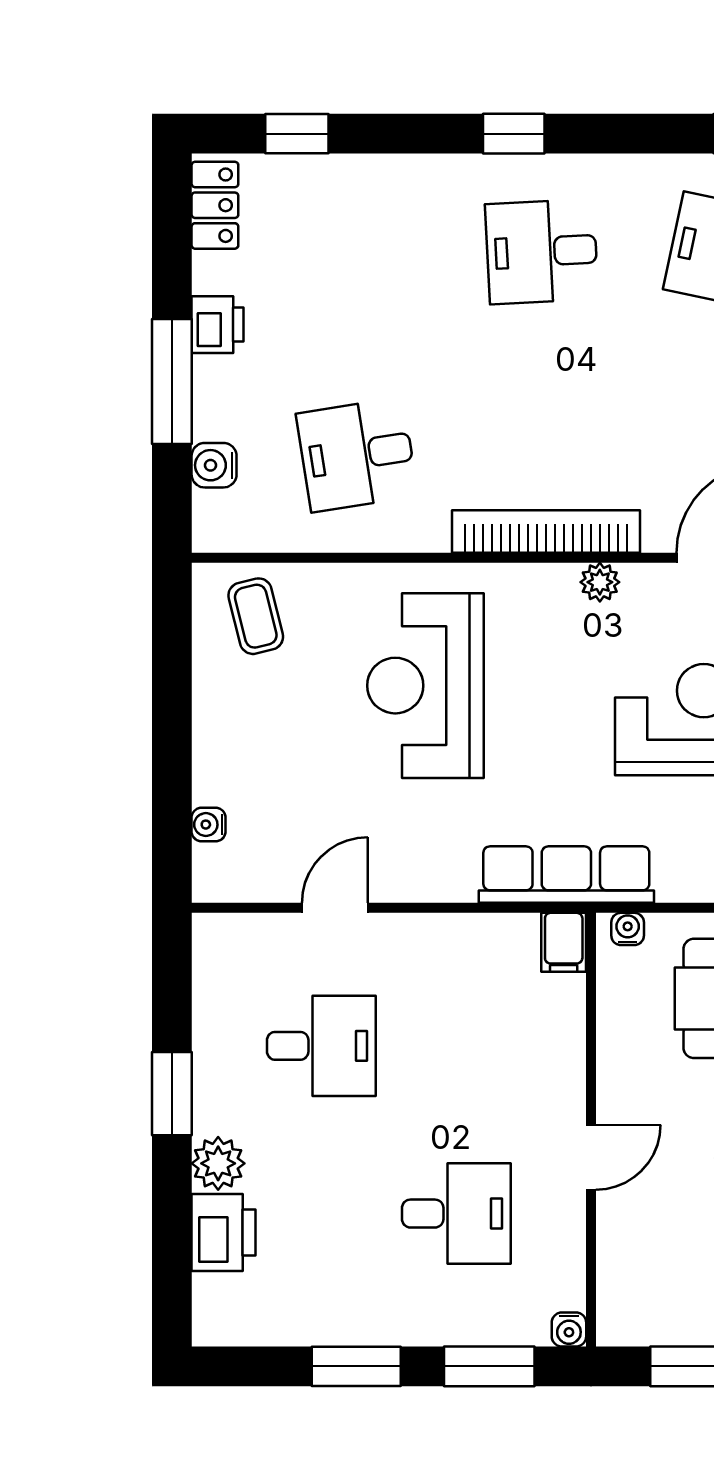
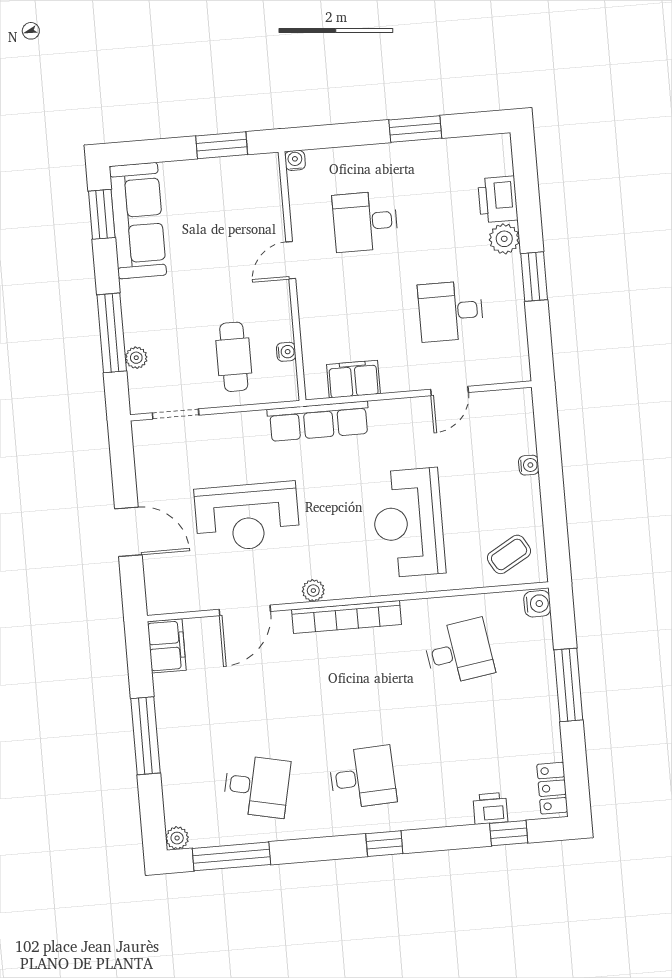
printer: (218, 325) -> (490, 808), moved, turned 90
water cooler: (214, 465) -> (537, 604), moved
coffee table: (256, 616) -> (509, 554), turned 74
reception desk: (425, 686) -> (408, 523), turned 180
water cooler: (209, 825) -> (529, 465), moved
water cooler: (628, 929) -> (286, 352), moved, turned -90
filing cabinet: (564, 942) -> (353, 379), moved, width x2.00
window: (489, 1366) -> (339, 135), removed

